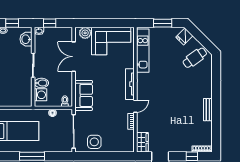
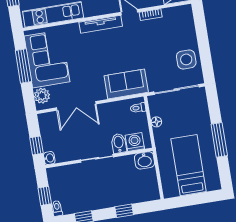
window: (109, 23) -> (23, 66), added
washbasin: (26, 39) -> (144, 160), moved

